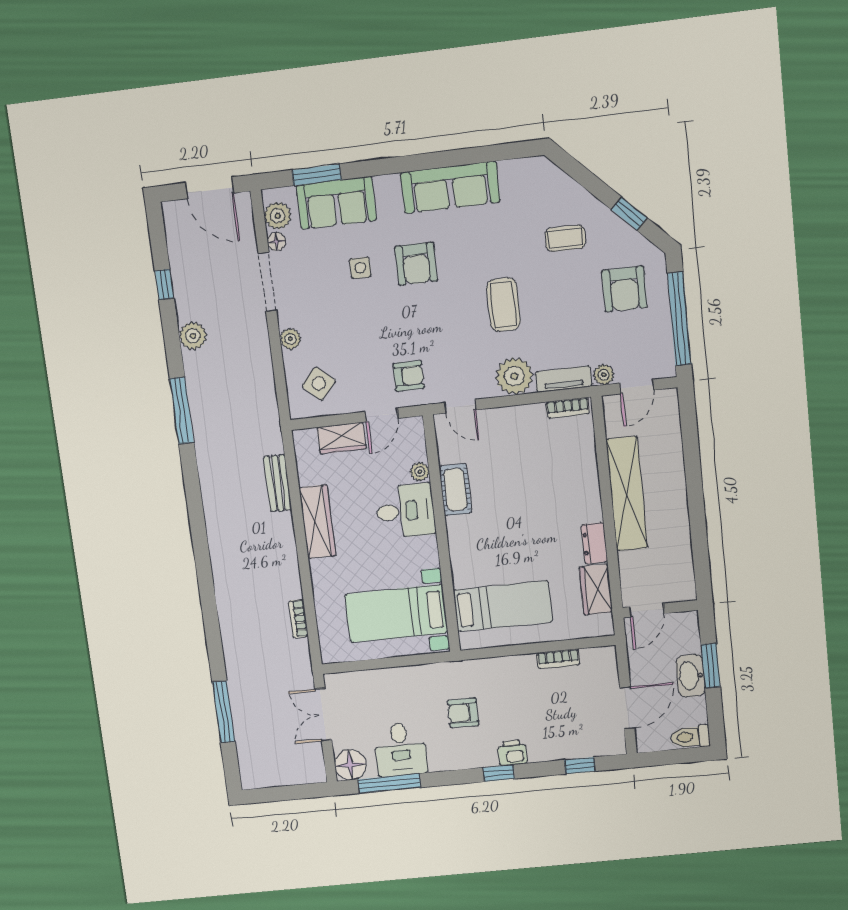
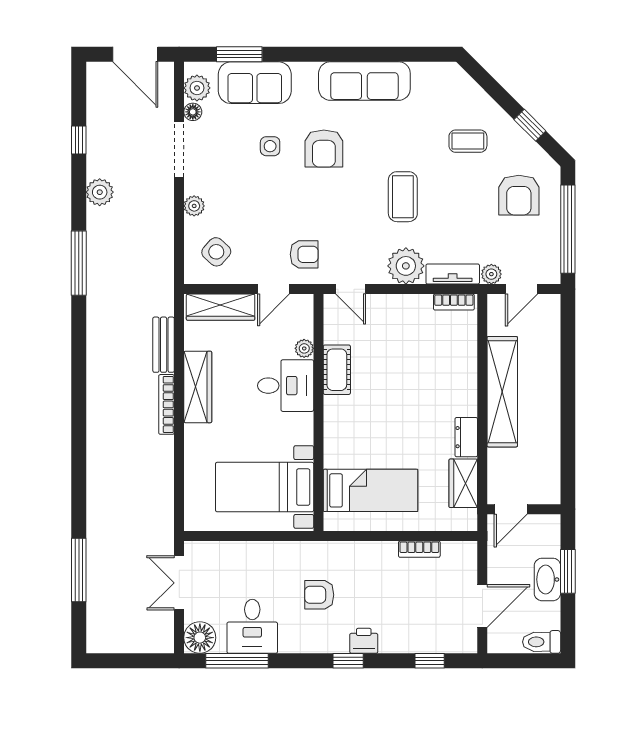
wardrobe: (342, 438) -> (221, 307), width x1.50
bookcase: (298, 619) -> (166, 404), moved, width x1.56

